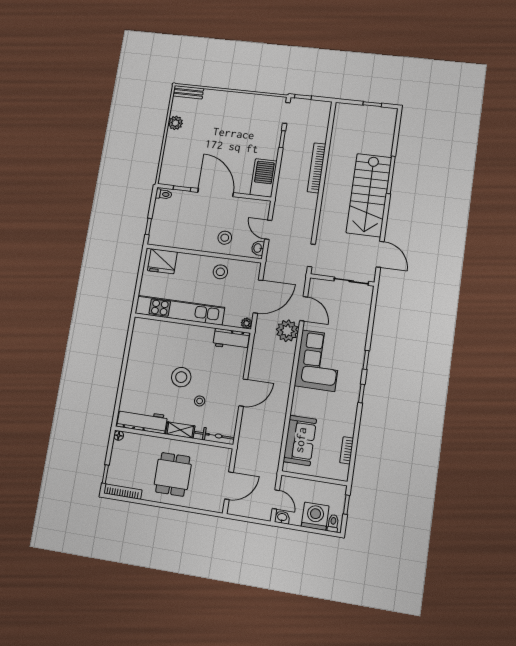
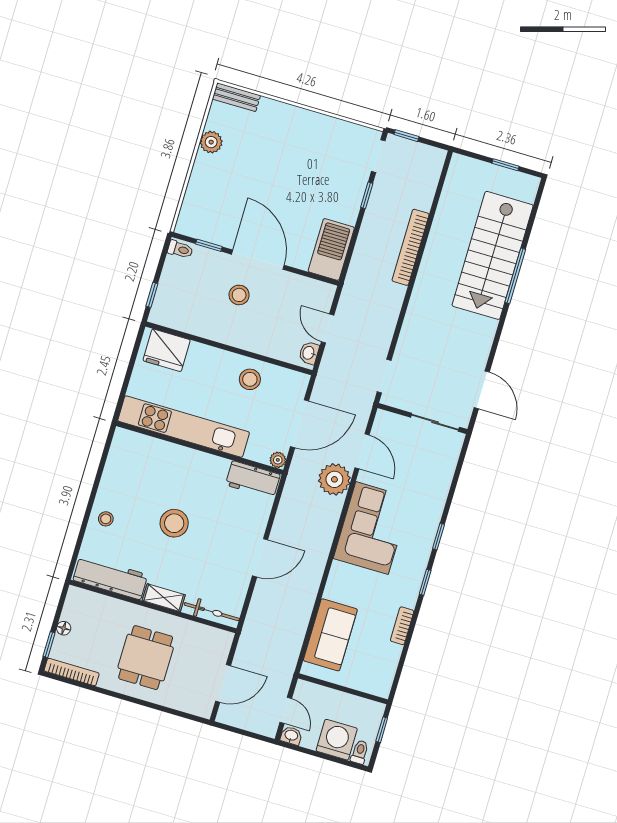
stairs: (369, 195) -> (493, 255), moved
stool: (225, 238) -> (239, 295), moved
stool: (200, 401) -> (106, 519), moved
floor lamp: (119, 435) -> (64, 628), moved
bookcase: (347, 450) -> (402, 626), moved

